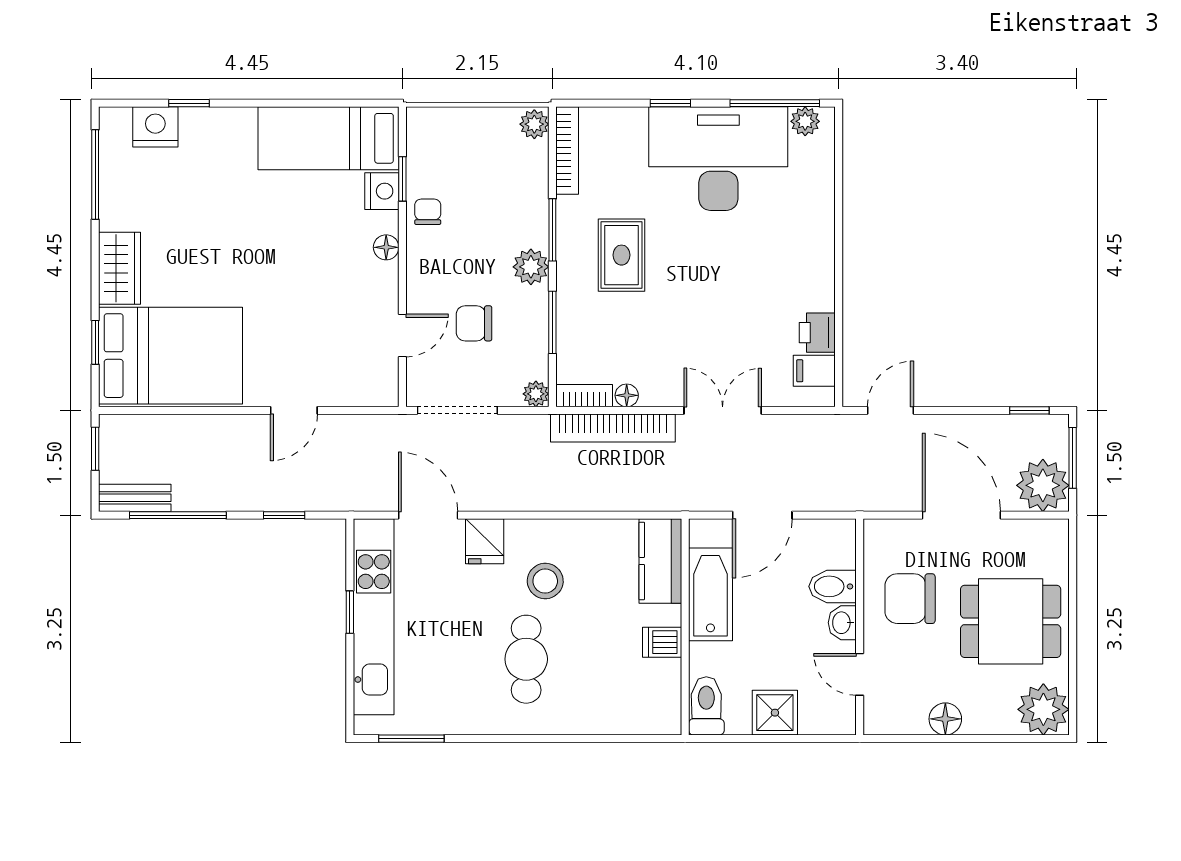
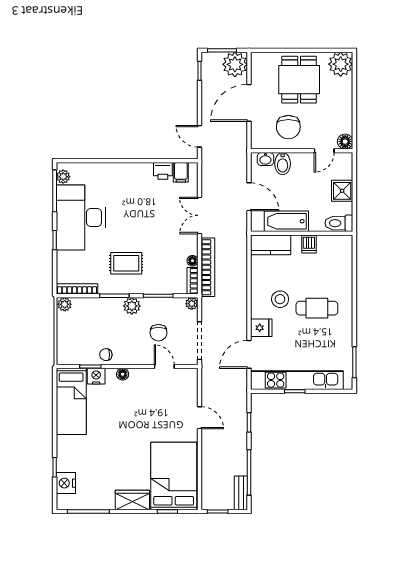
washbasin: (842, 623) -> (265, 159), moved
floor lamp: (945, 719) -> (345, 142), moved

